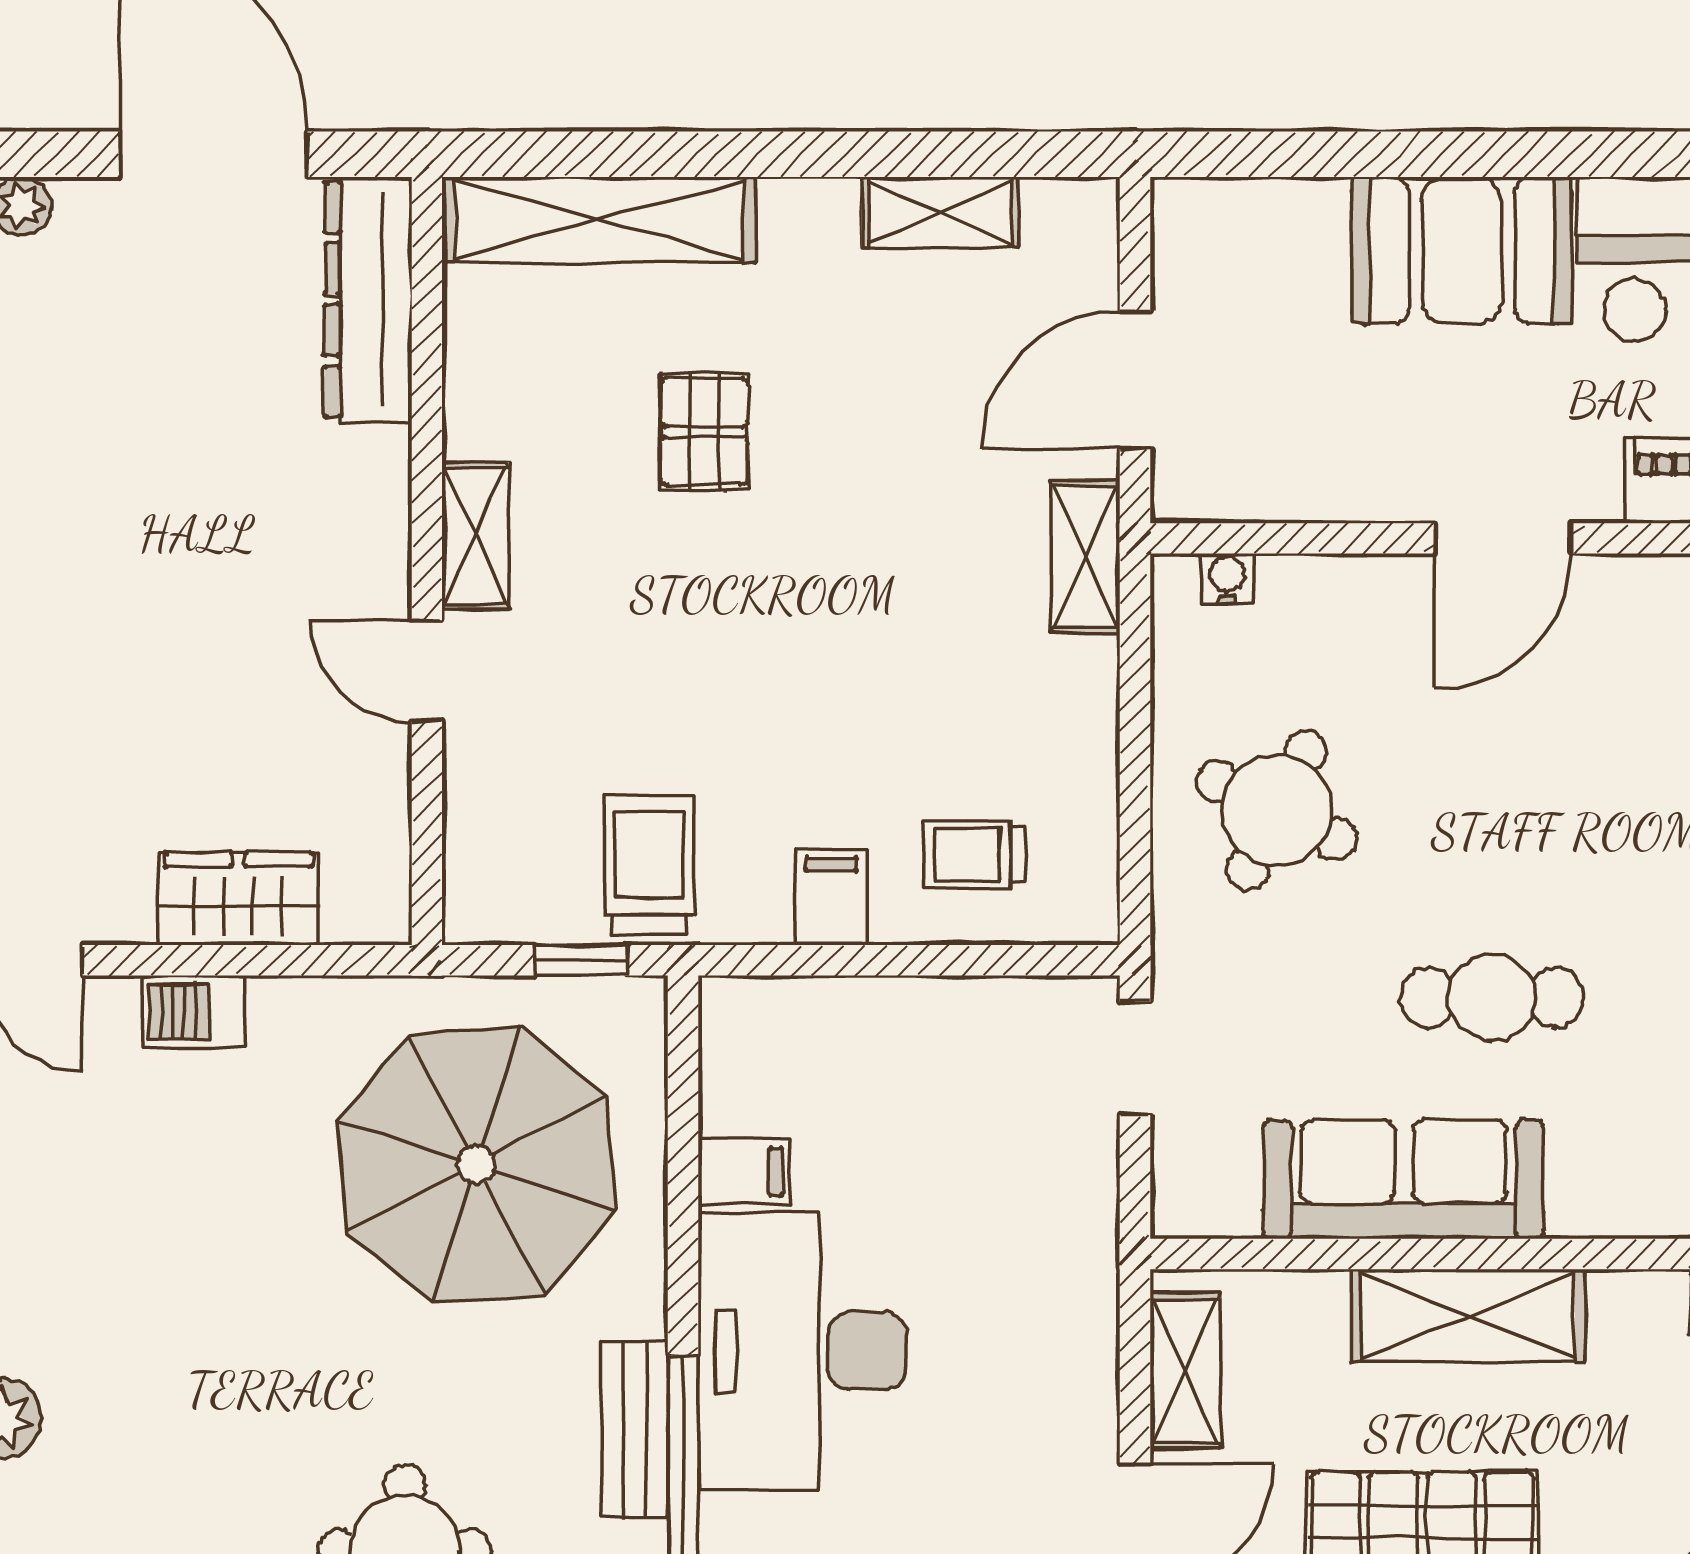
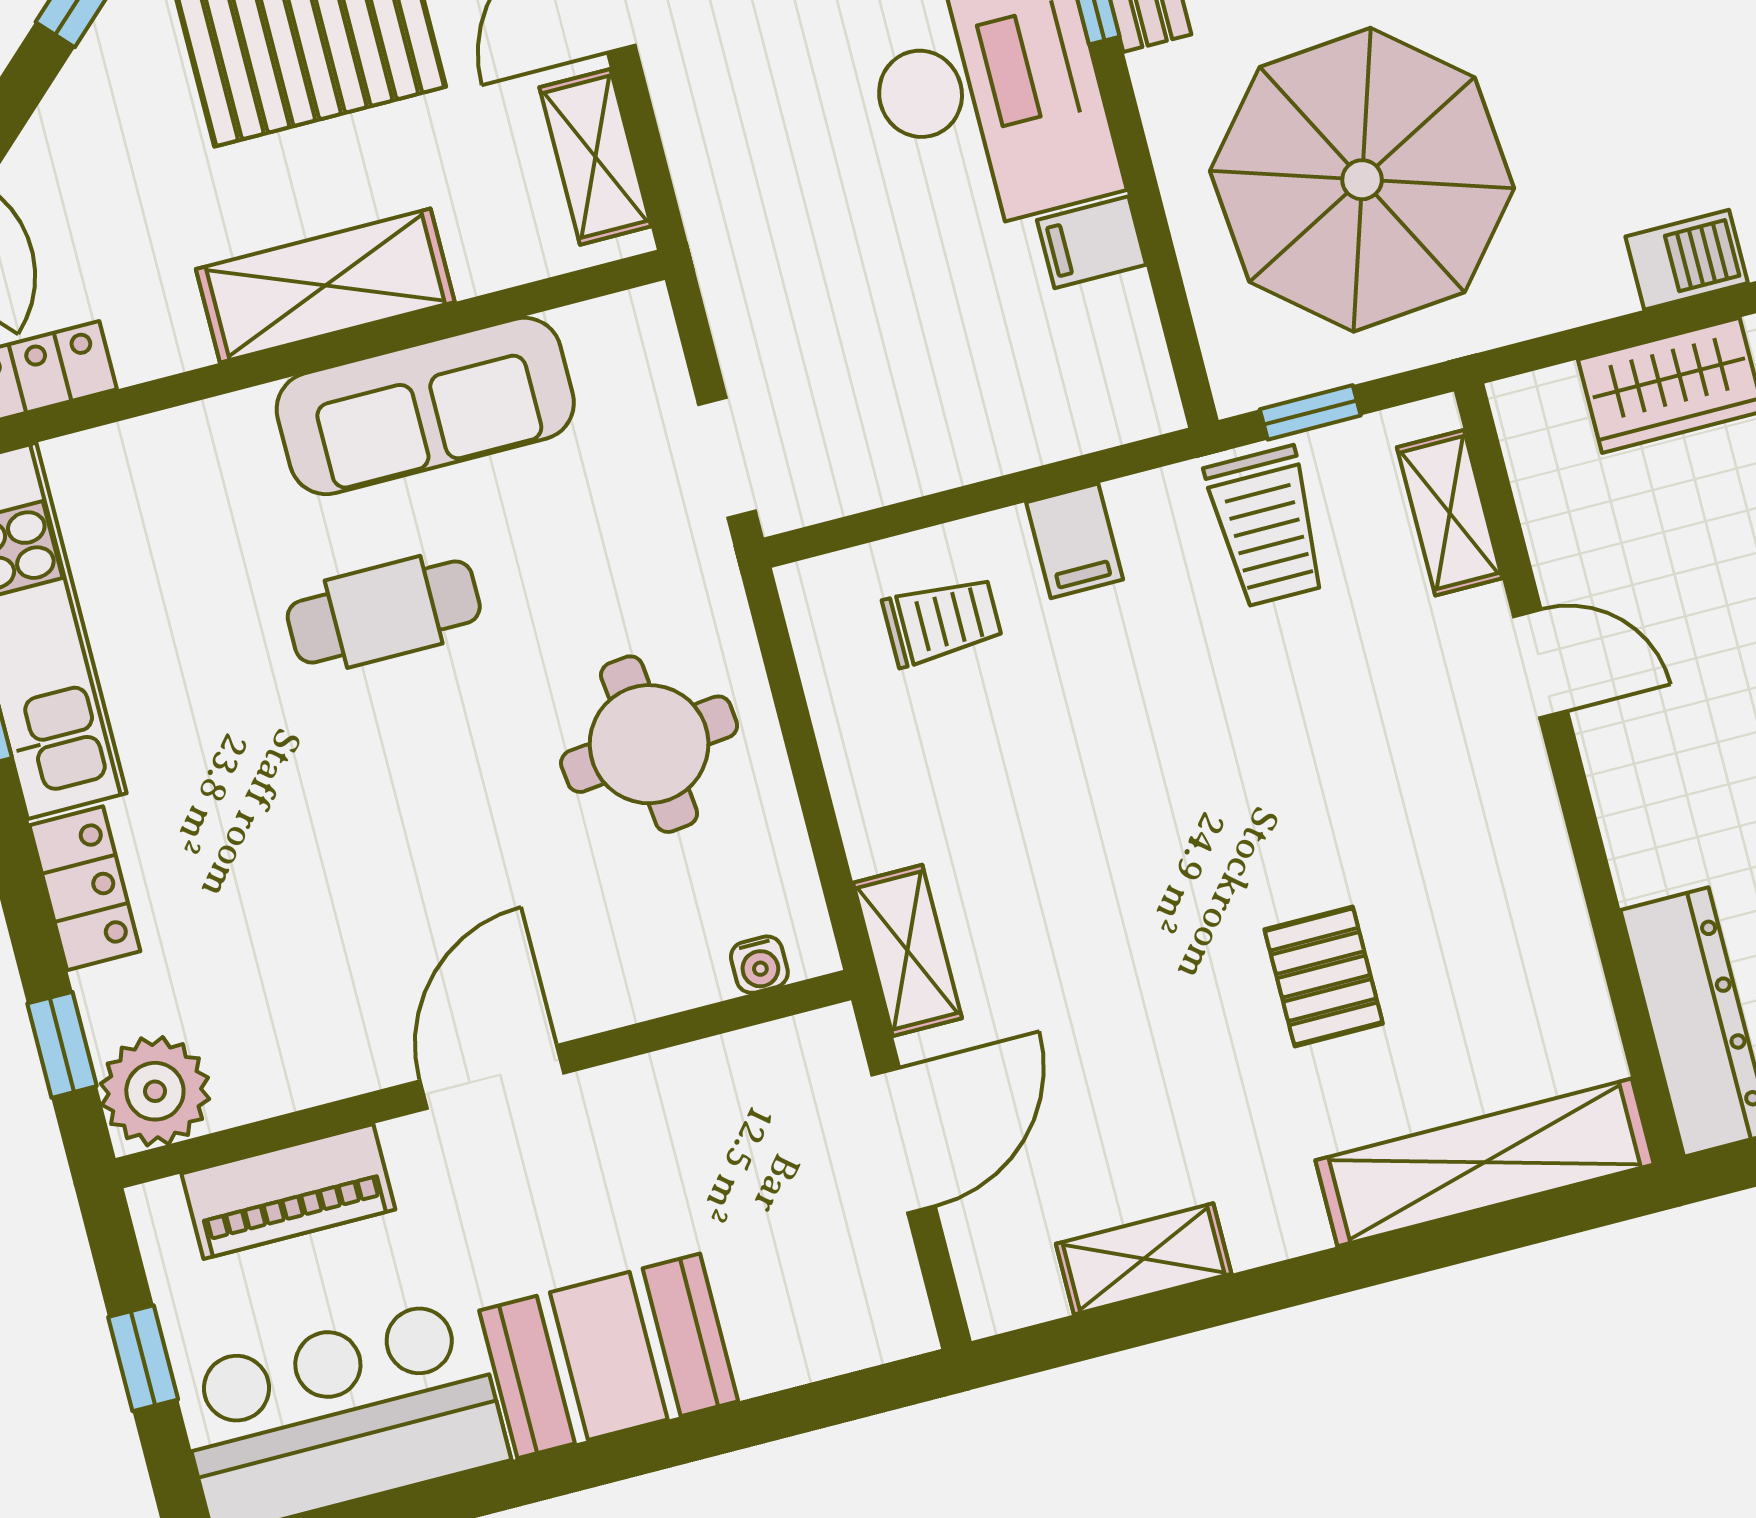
shelving: (475, 536) -> (1450, 513), moved
round table: (1277, 810) -> (649, 744), turned -32

